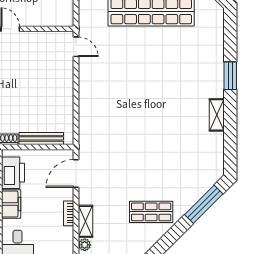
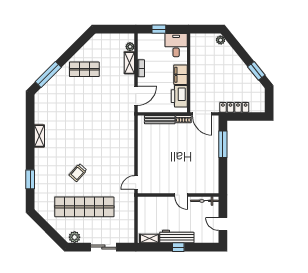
door: (76, 47) -> (136, 183), hinge flipped
trolley: (160, 61) -> (78, 173), added
window: (230, 76) -> (30, 179), moved

